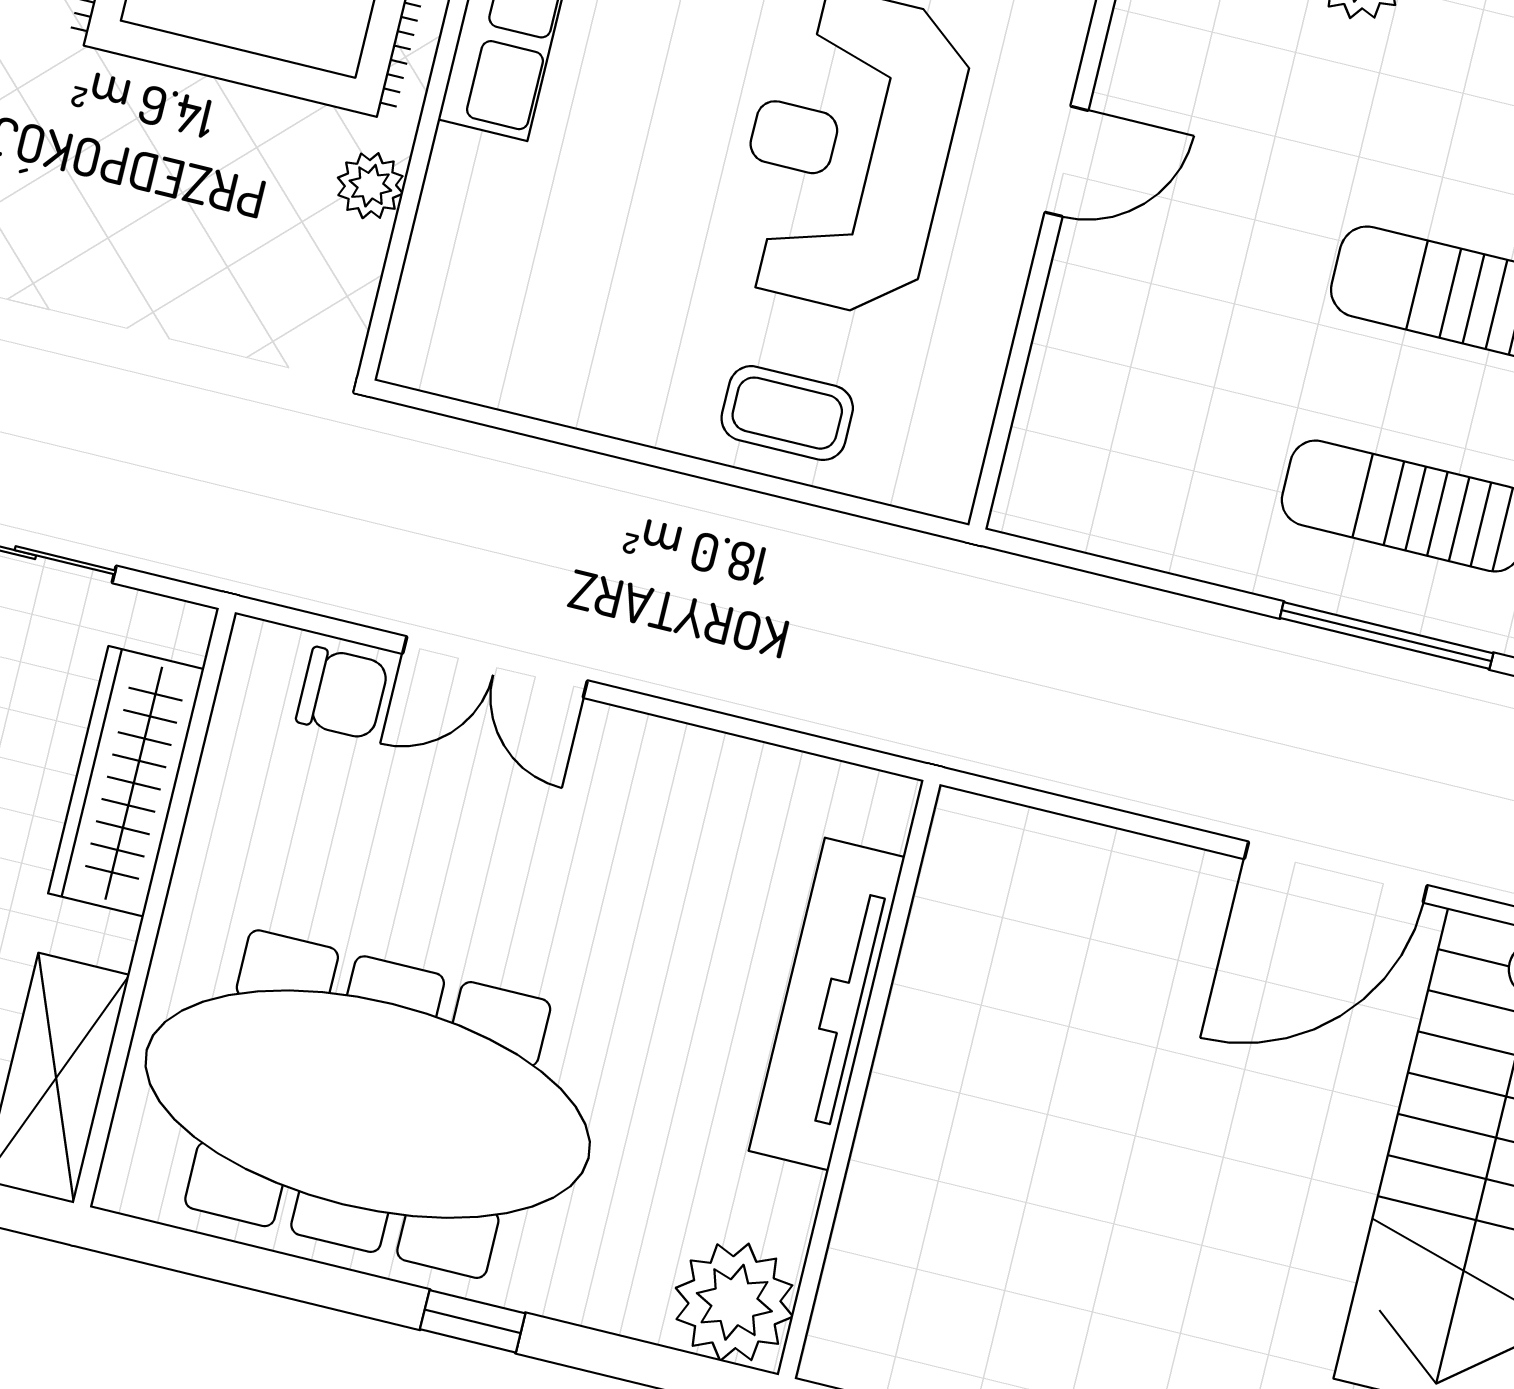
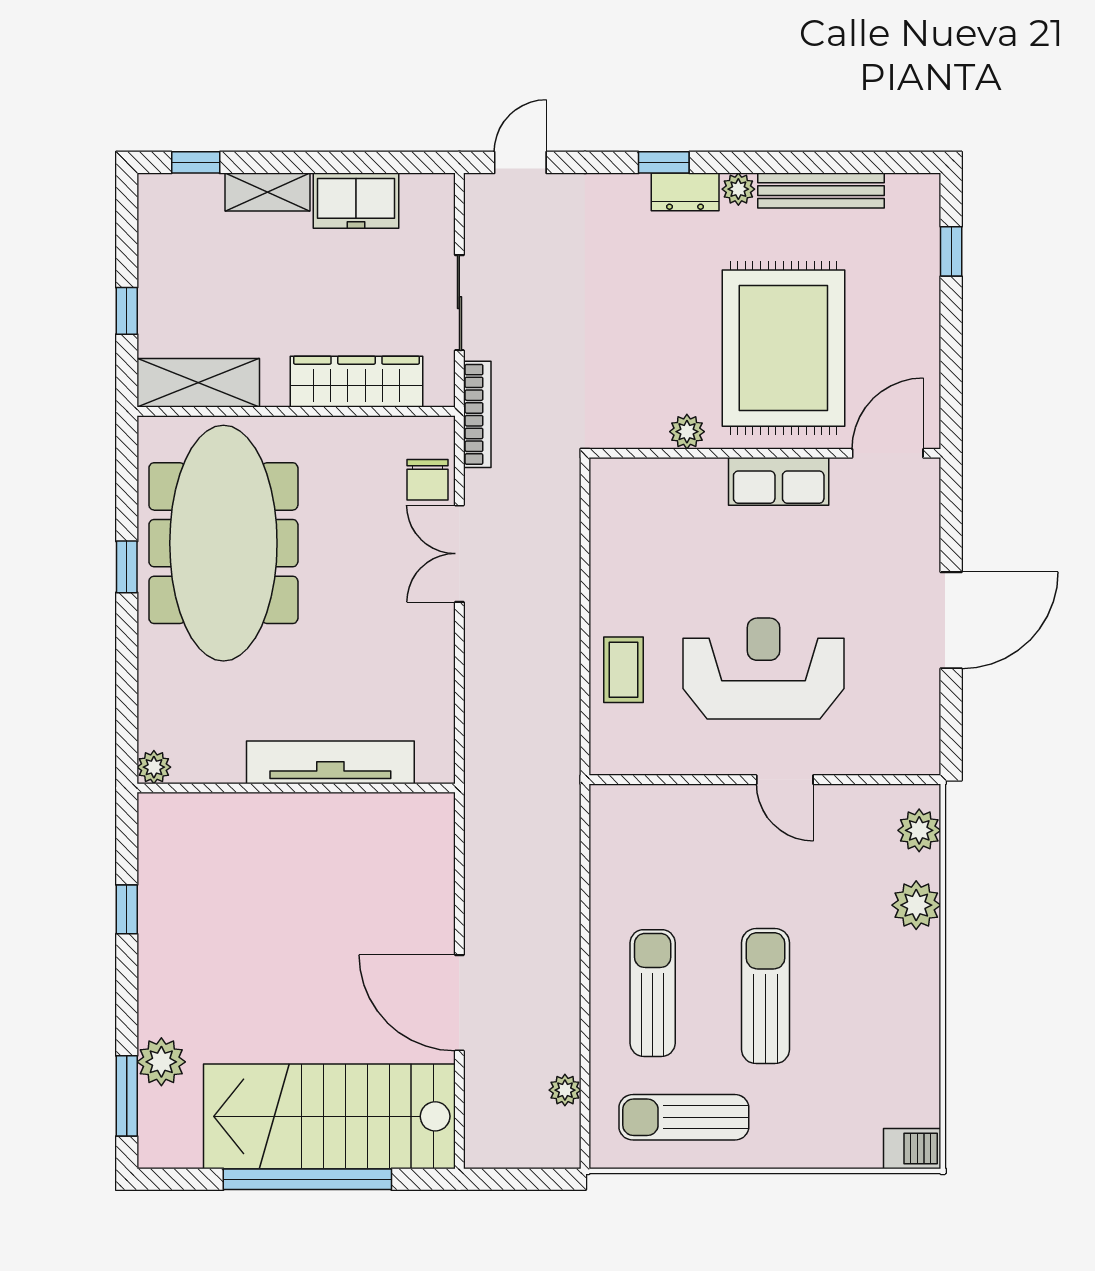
bookcase: (242, 570) -> (477, 414), added
window: (1387, 636) -> (585, 999), removed
plant: (734, 1302) -> (154, 767), width x0.53, depth x0.53
window: (473, 1321) -> (127, 567), moved

